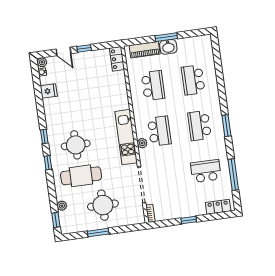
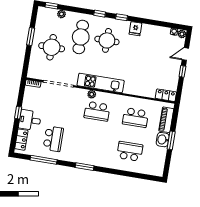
fridge: (49, 91) -> (135, 29), moved
school desk: (200, 125) -> (91, 145), removed
desk: (193, 204) -> (30, 120), added

